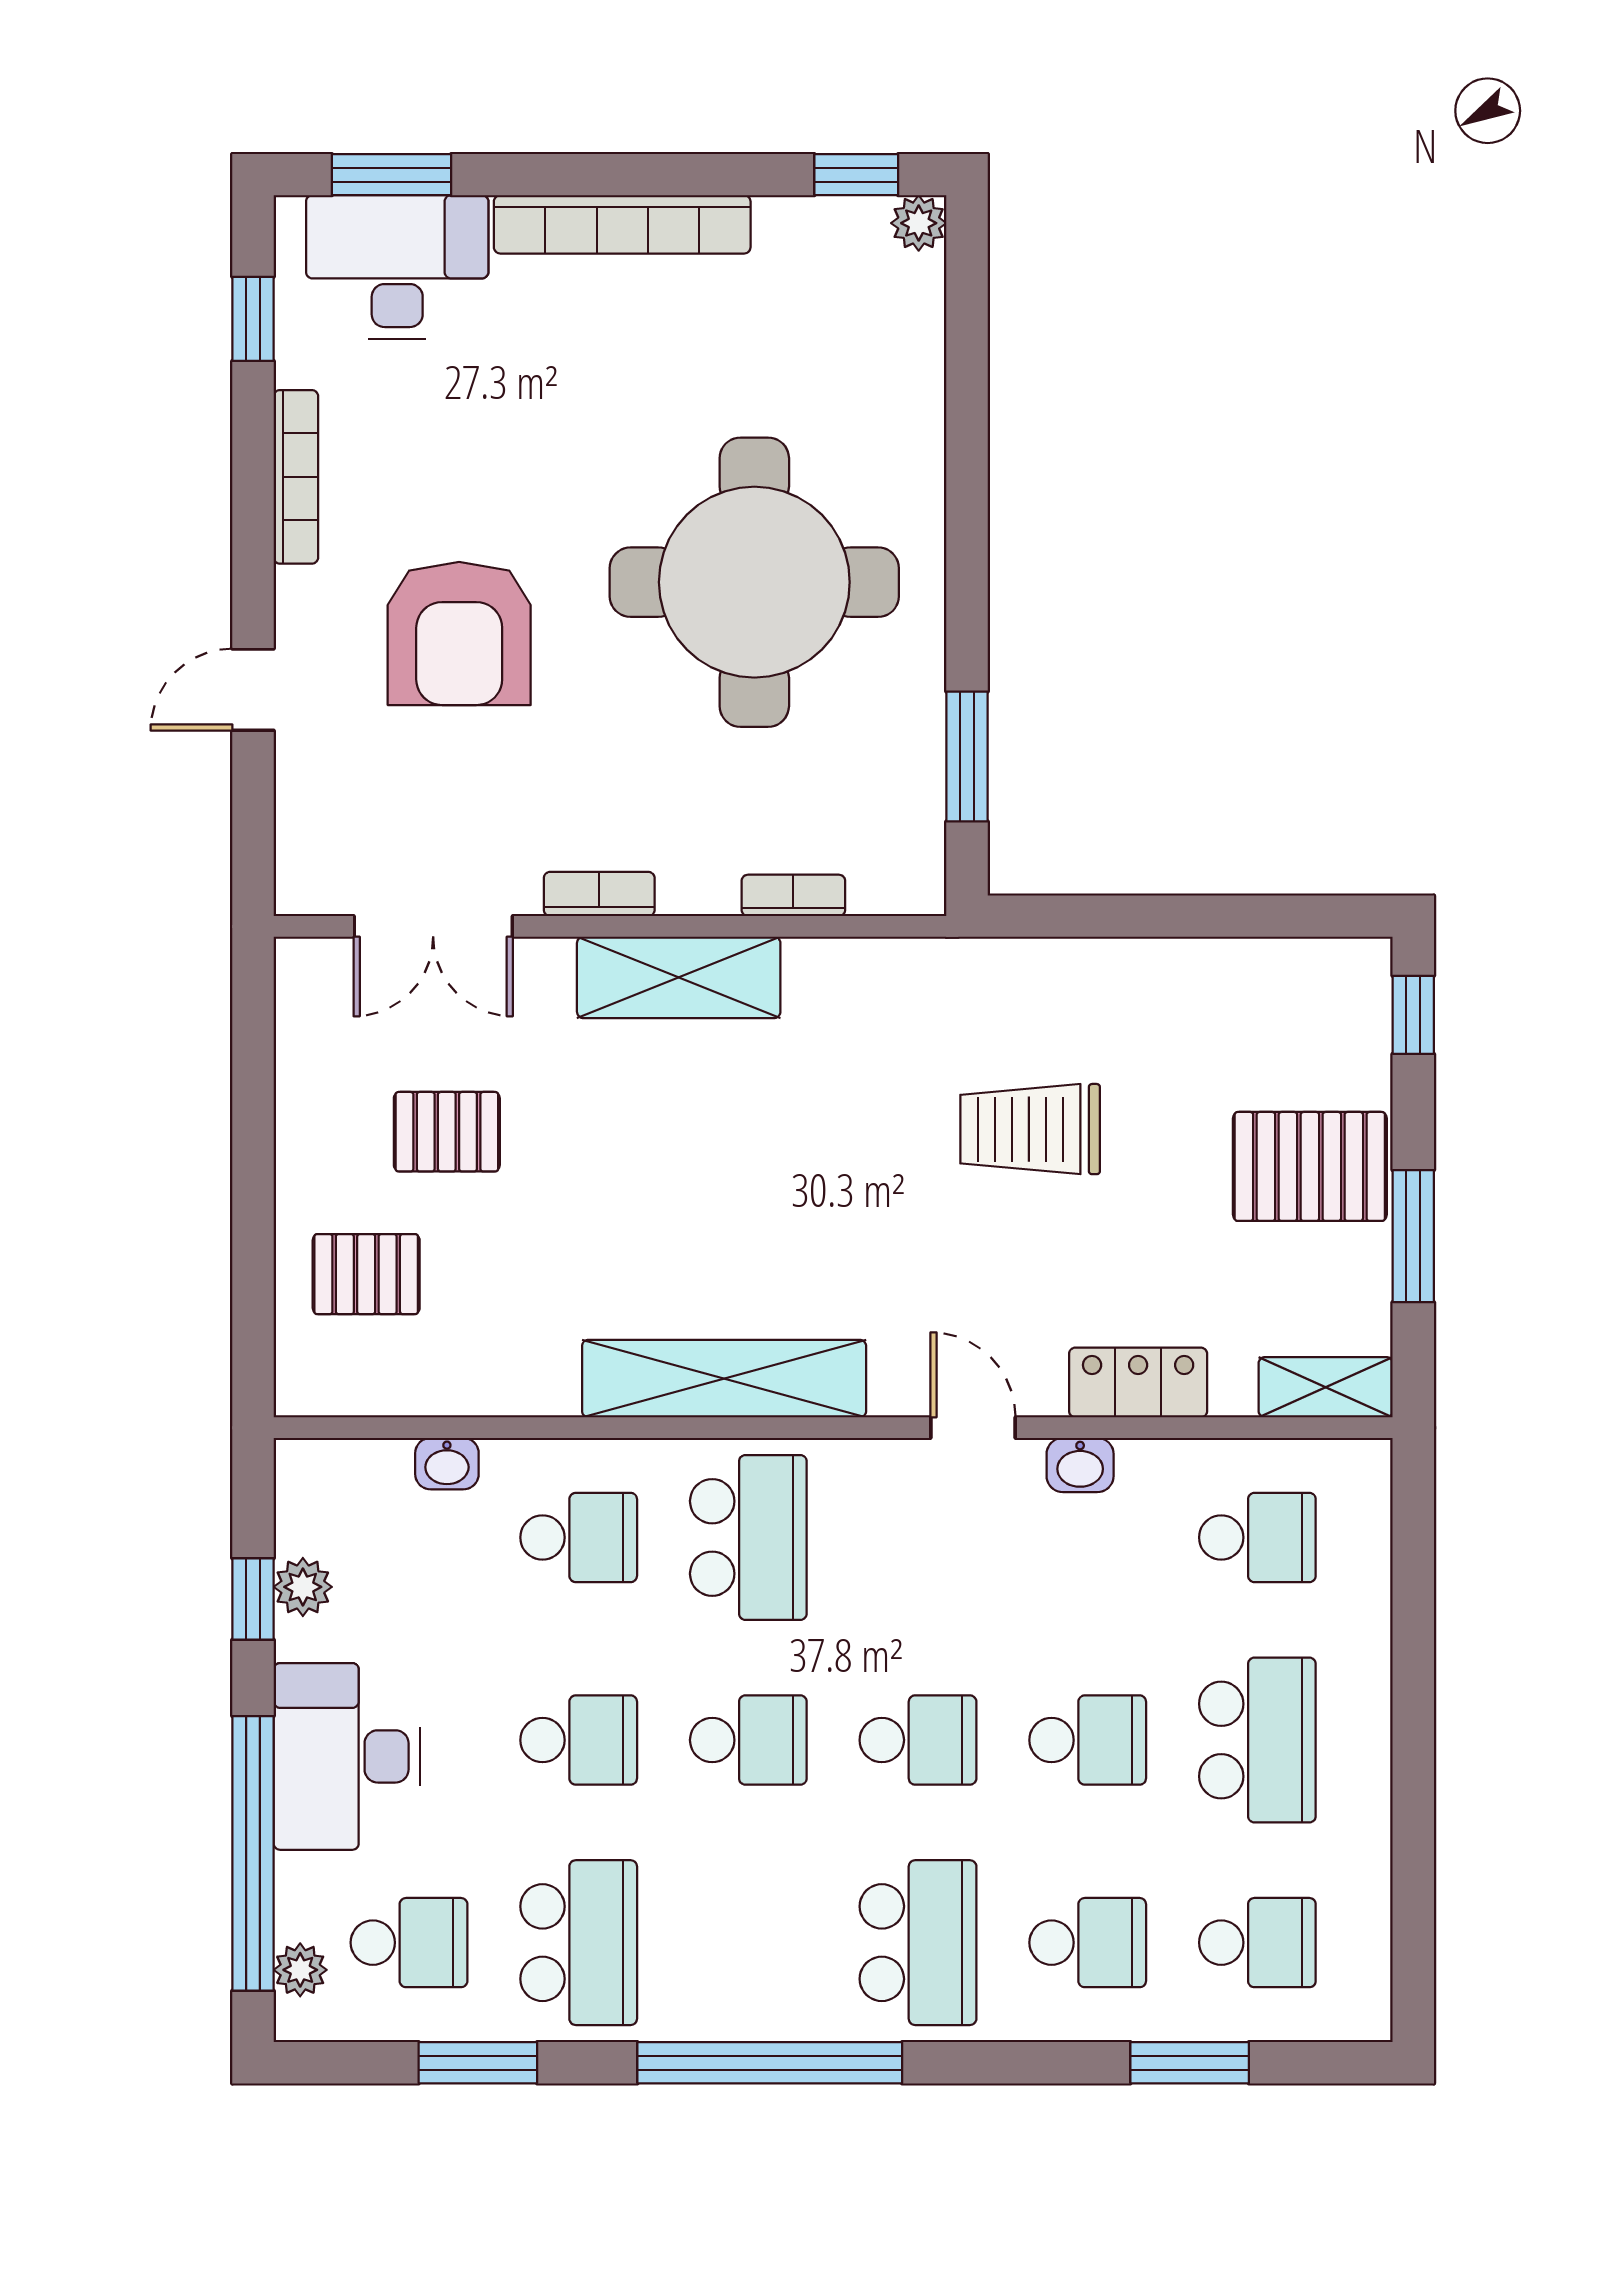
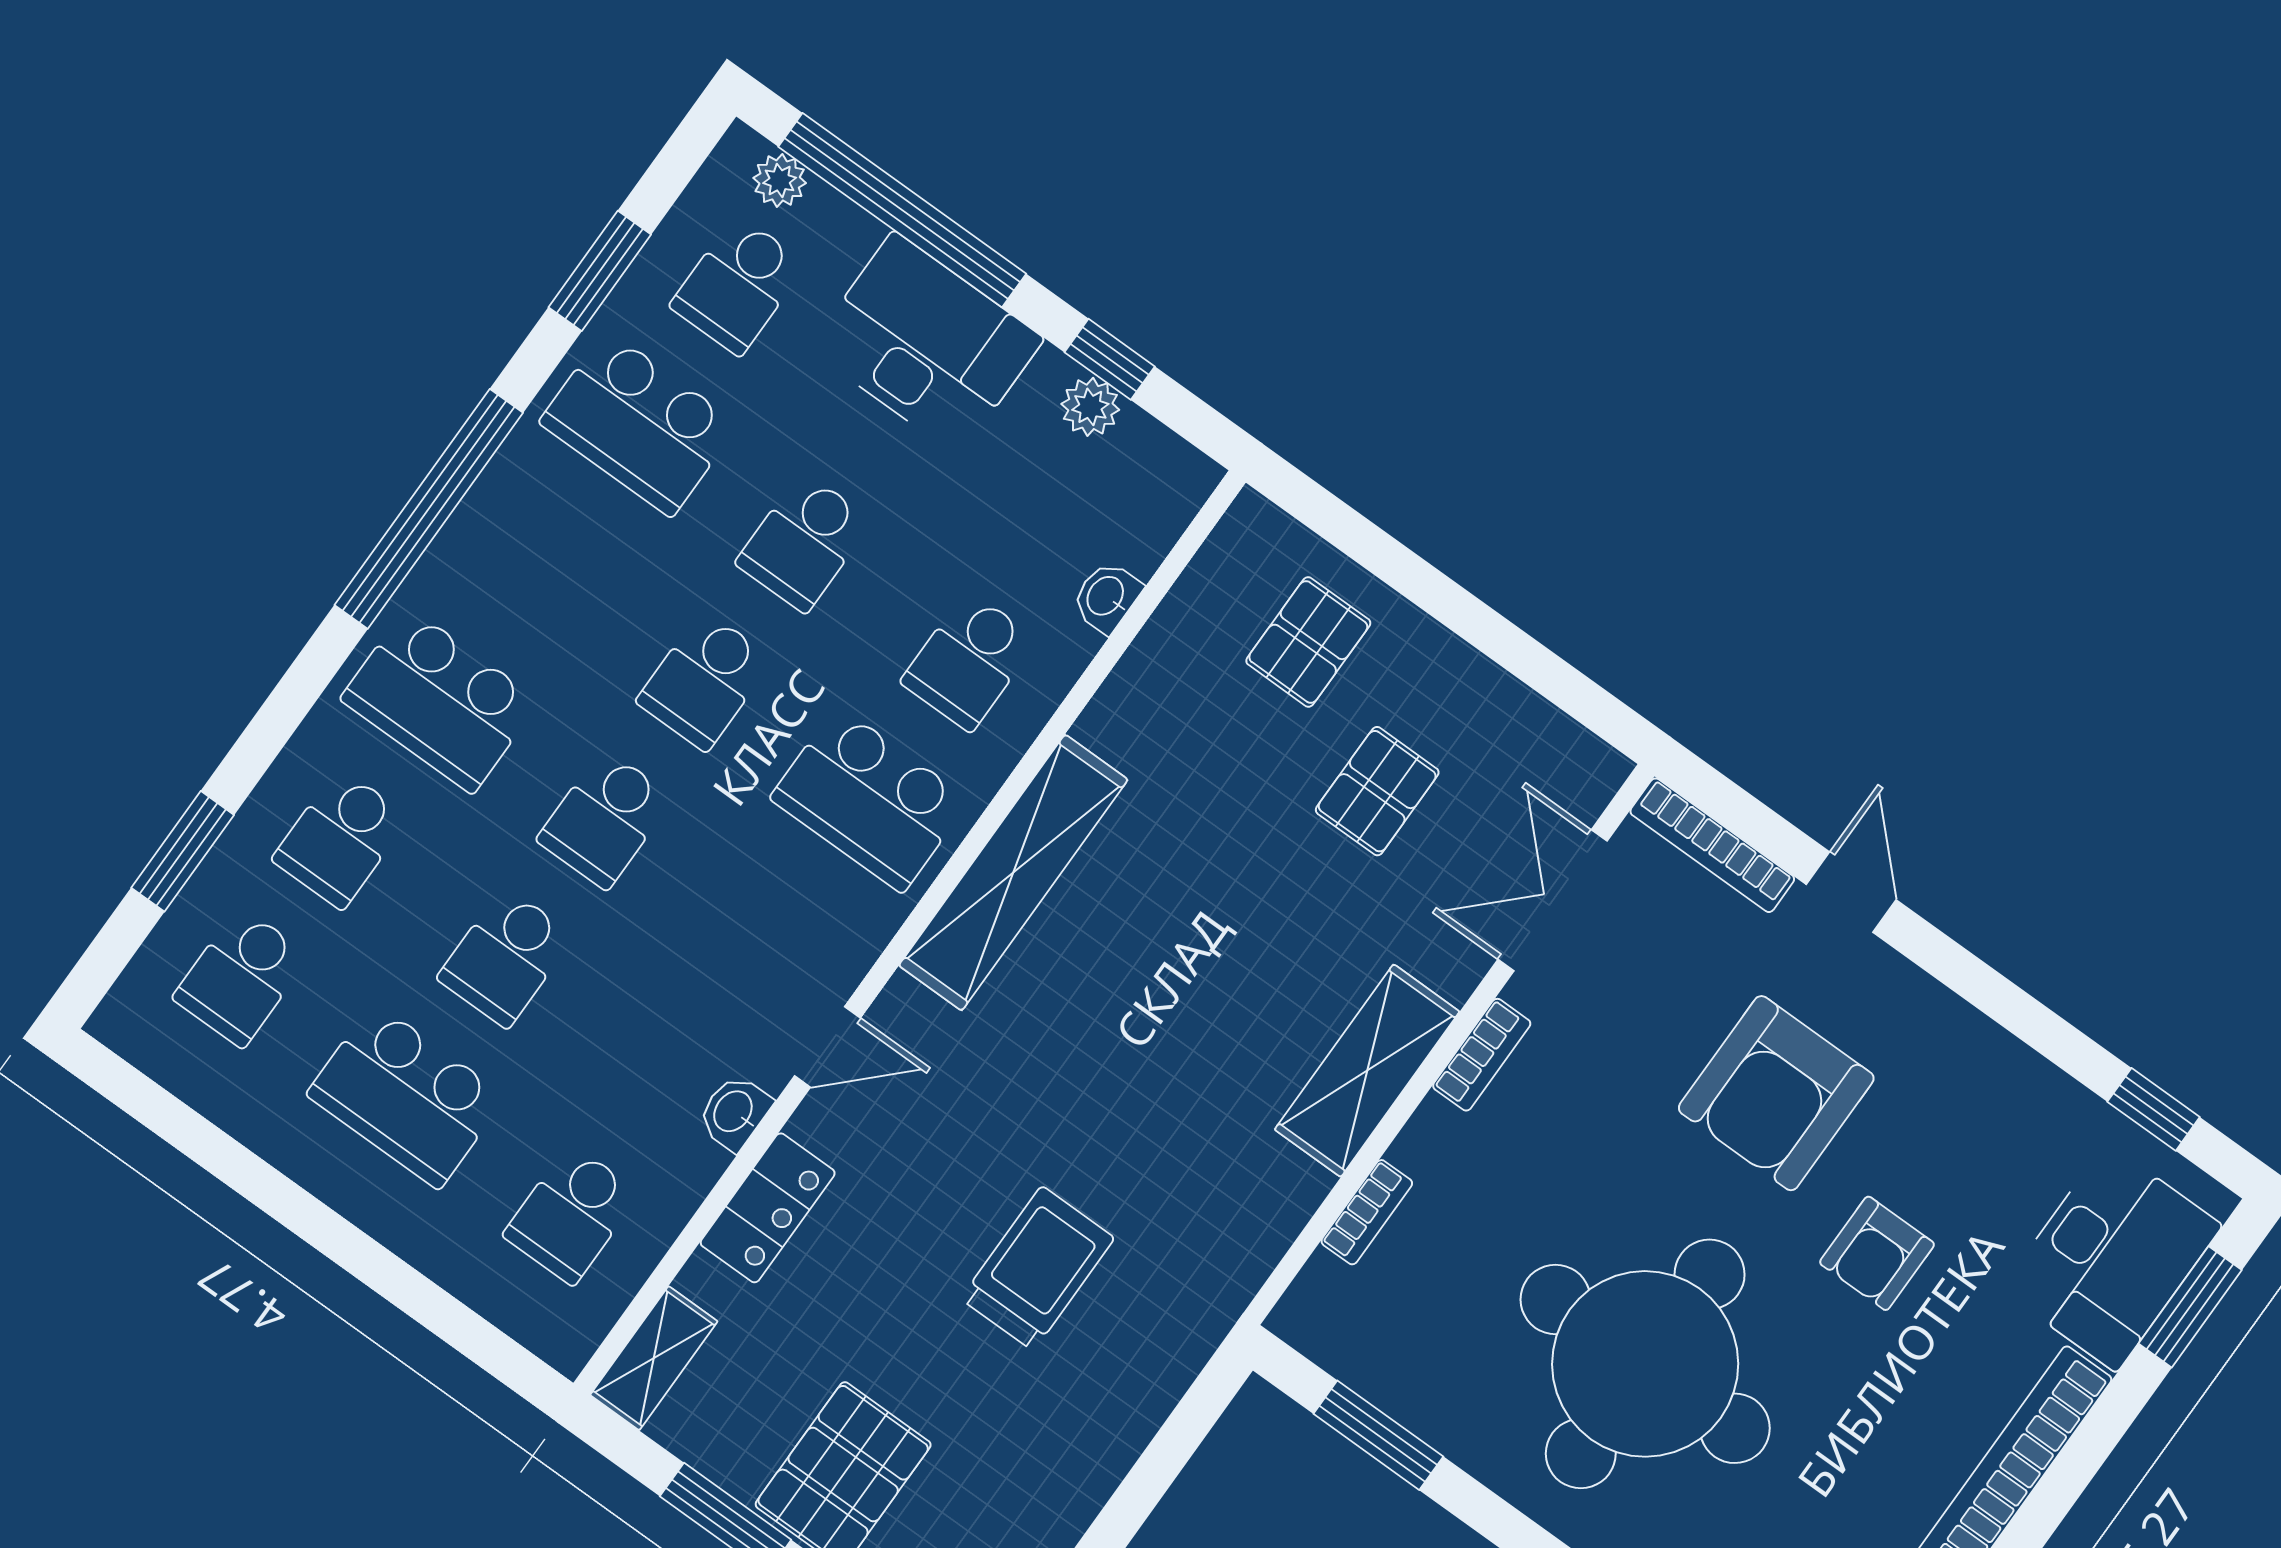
armchair: (530, 459) -> (1877, 1253), added
bookcase: (296, 477) -> (1712, 845), moved
armchair: (459, 634) -> (1776, 1093), turned -90

